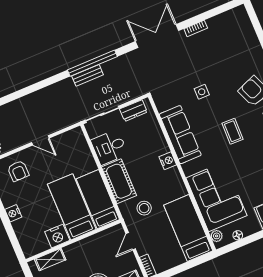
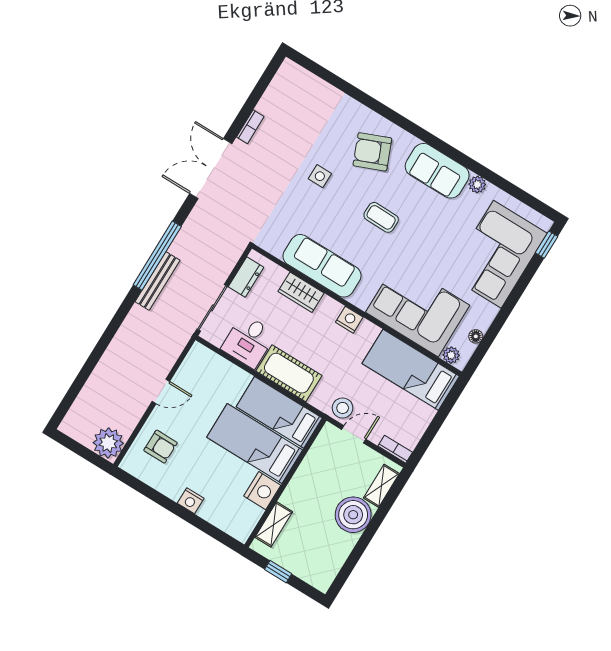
bench: (88, 75) -> (157, 281), width x1.36
side table: (202, 92) -> (320, 176), moved
wardrobe: (158, 141) -> (301, 292), added
nightstand: (168, 161) -> (349, 320), moved
stool: (144, 208) -> (343, 408), moved
door: (131, 241) -> (354, 434), swing flipped

